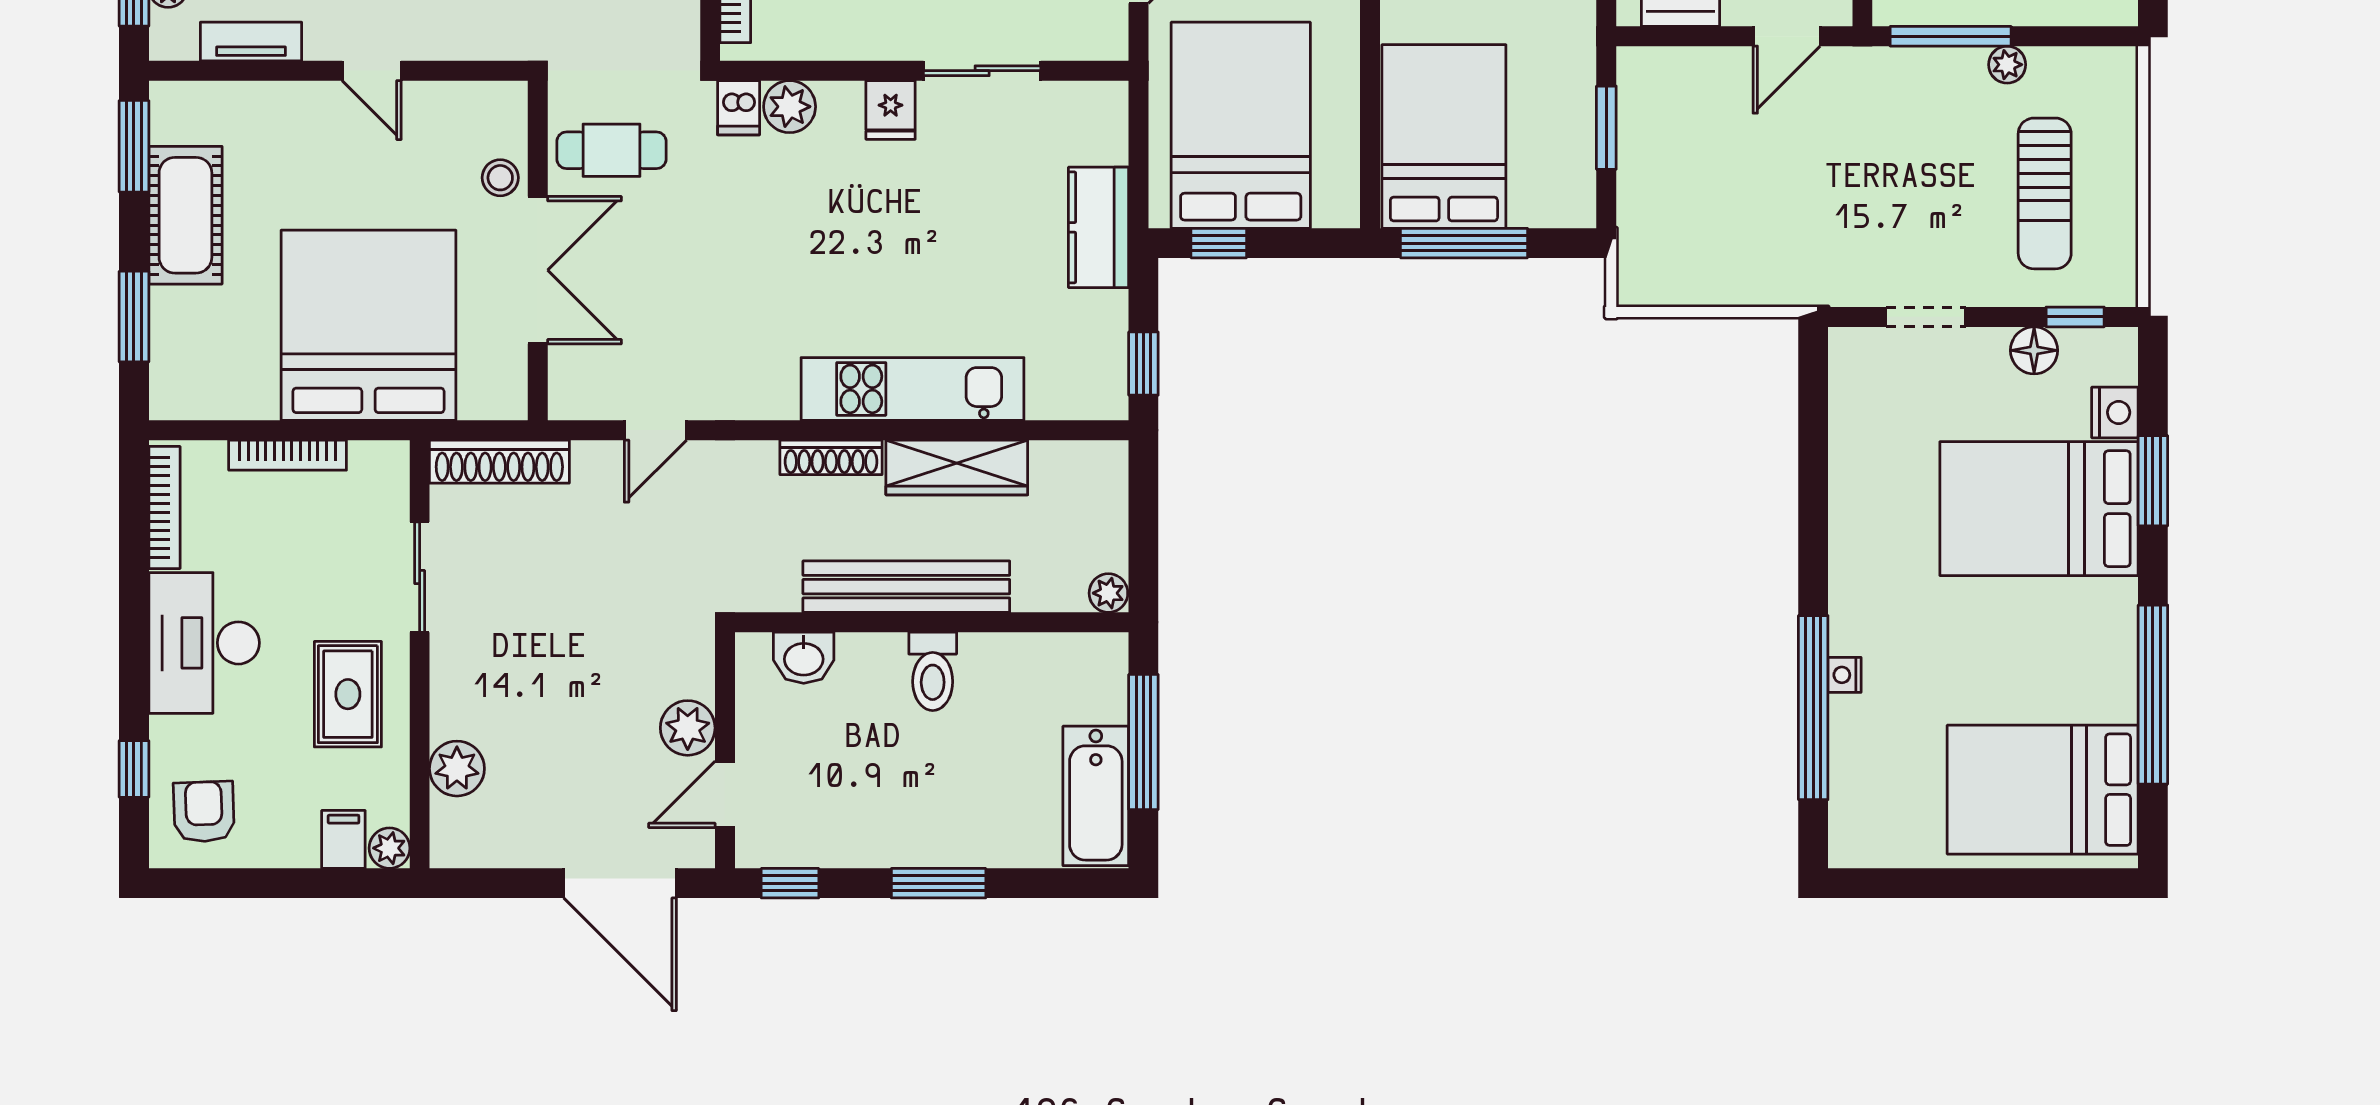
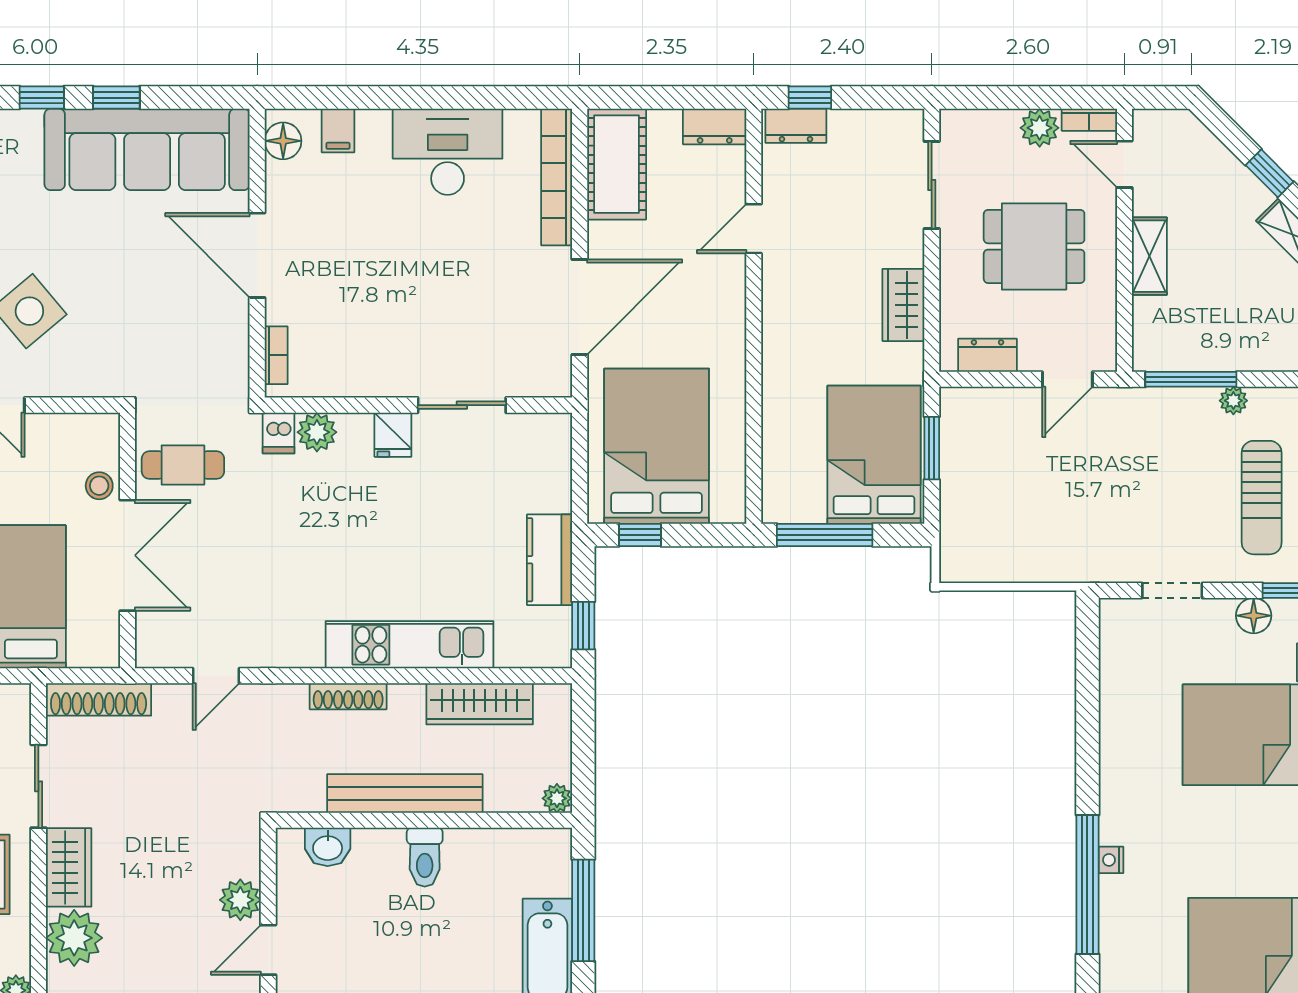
bed: (1444, 136) -> (874, 455), moved
kitchen counter: (1099, 227) -> (550, 560), moved
wardrobe: (957, 467) -> (480, 704), moved
wardrobe: (460, 685) -> (69, 867), added
plant: (457, 769) -> (74, 938), width x1.36, depth x1.36

